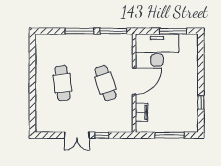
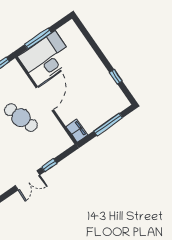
window: (173, 31) -> (38, 39), moved
filing cabinet: (142, 112) -> (77, 131), moved

